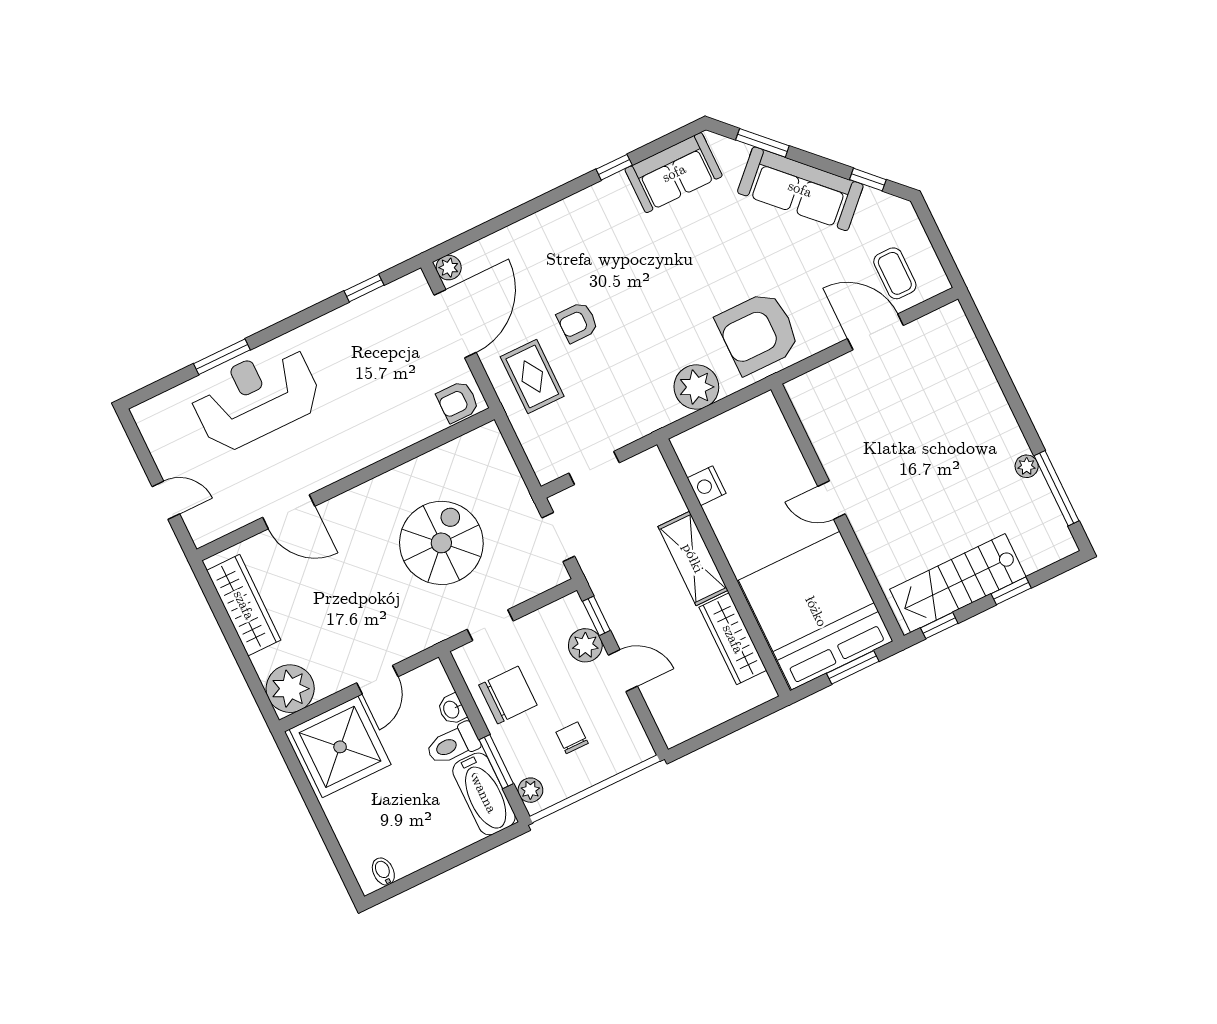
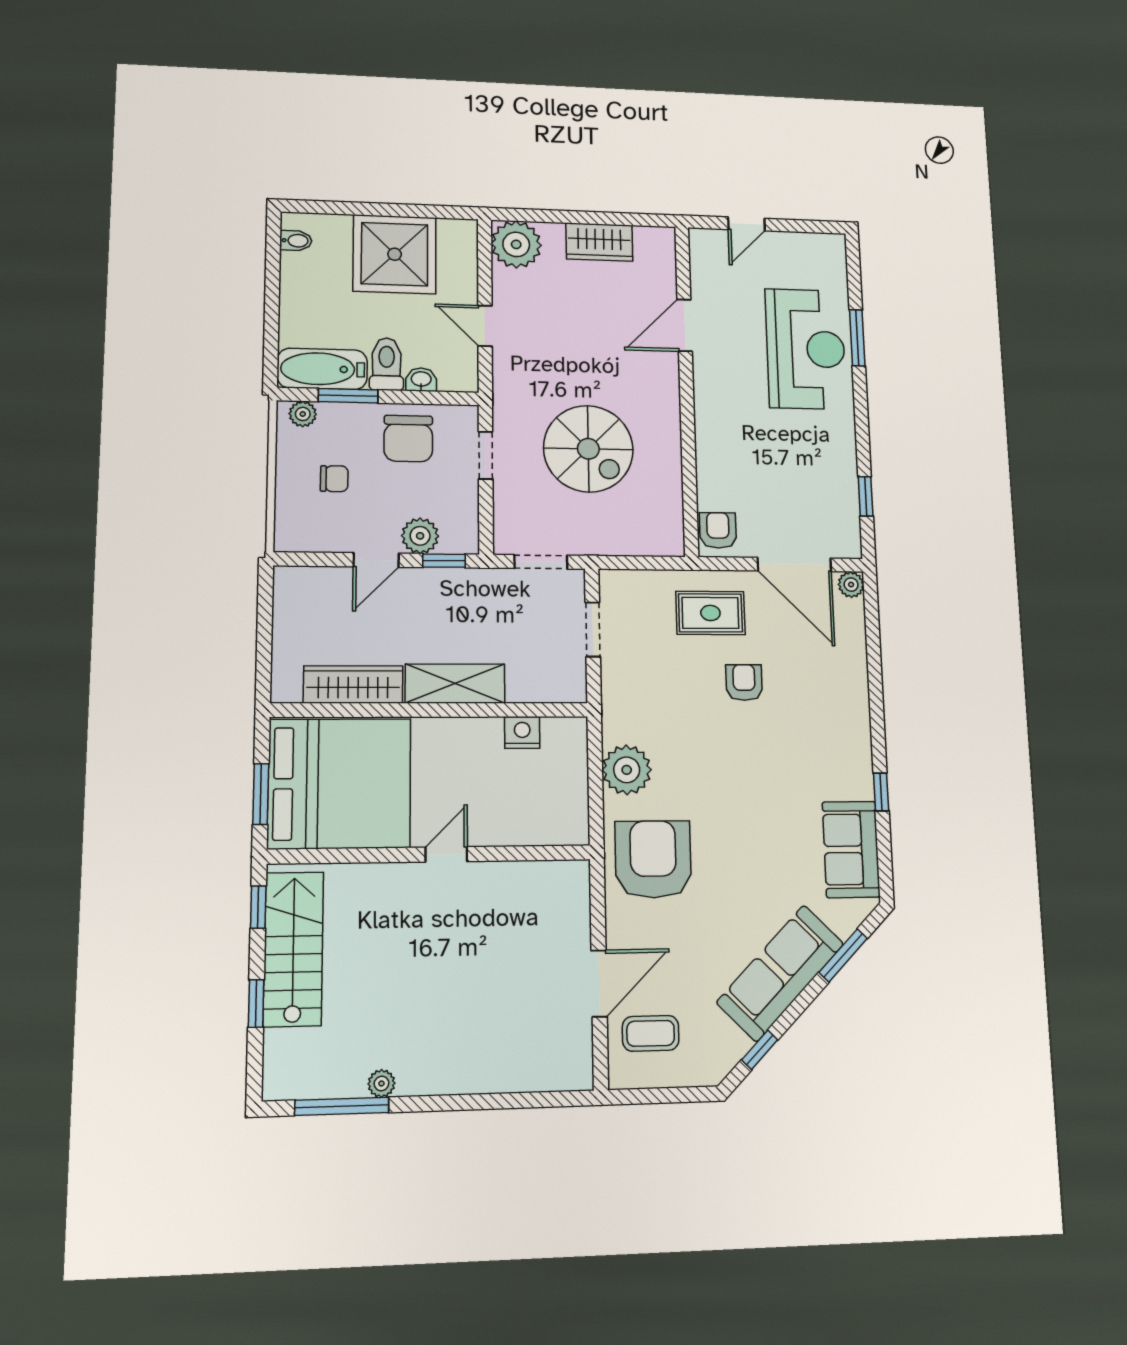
wardrobe: (244, 605) -> (599, 242), width x0.67
shower: (340, 747) -> (395, 254), moved

